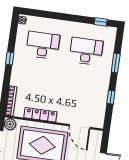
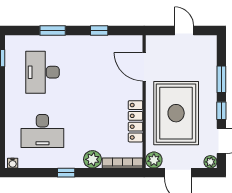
desk: (43, 45) -> (42, 131), turned -90
plant: (17, 79) -> (92, 159), added
door: (80, 127) -> (144, 67), swing flipped

